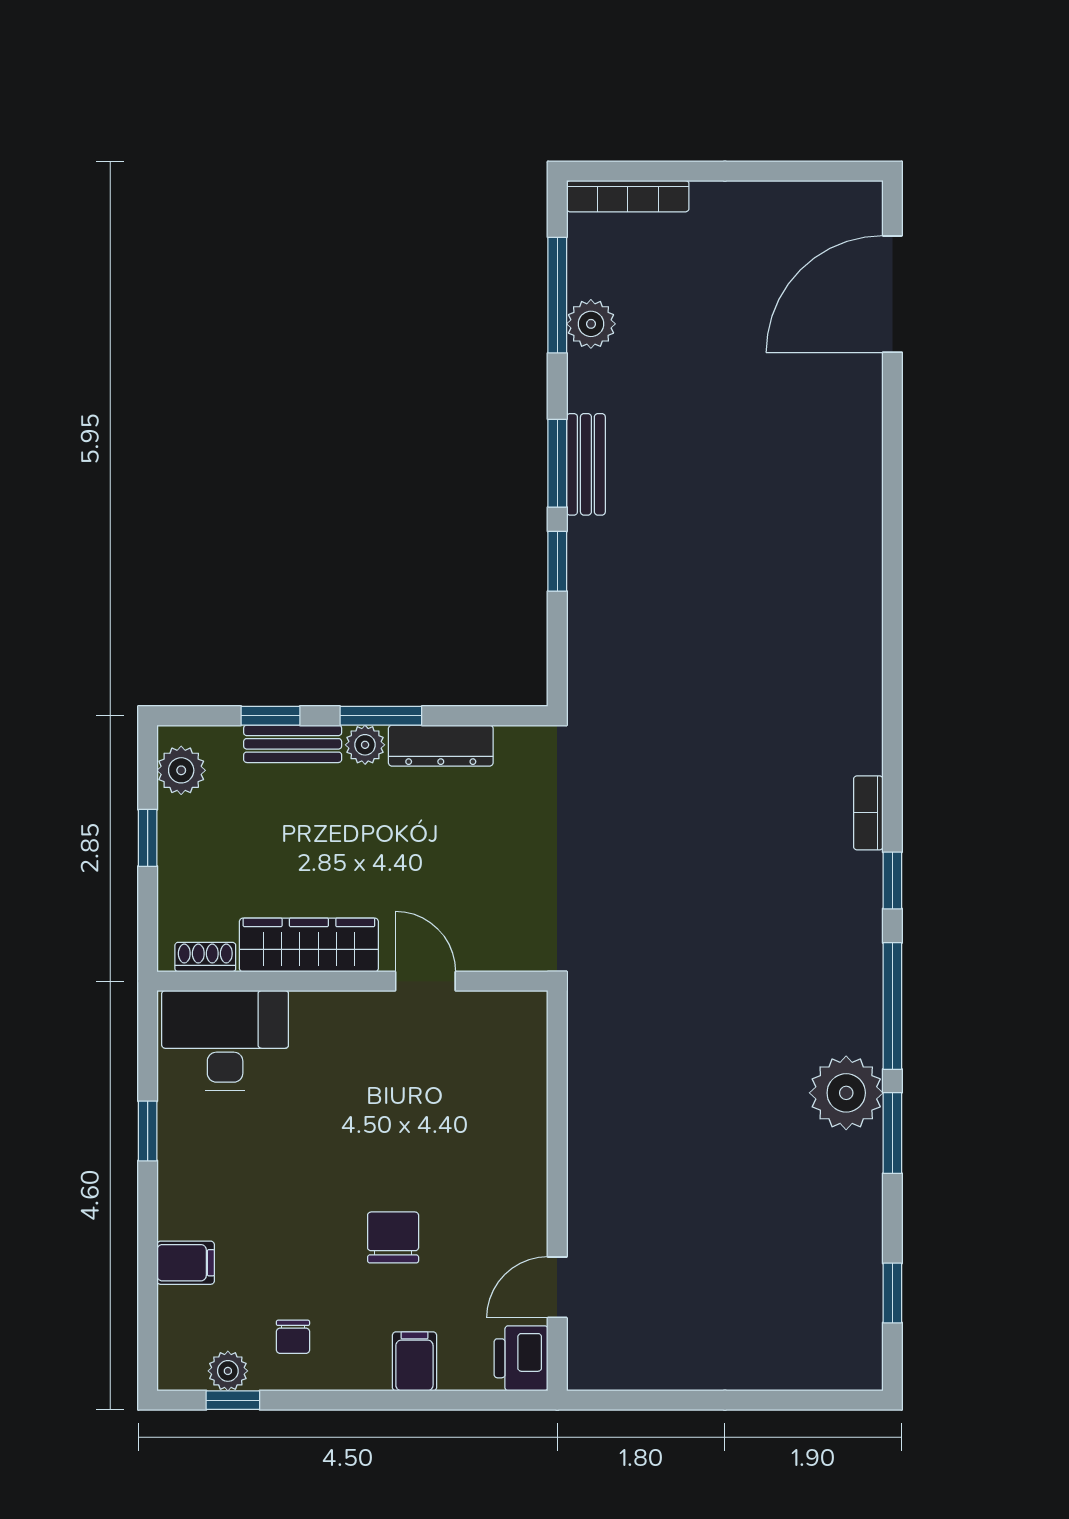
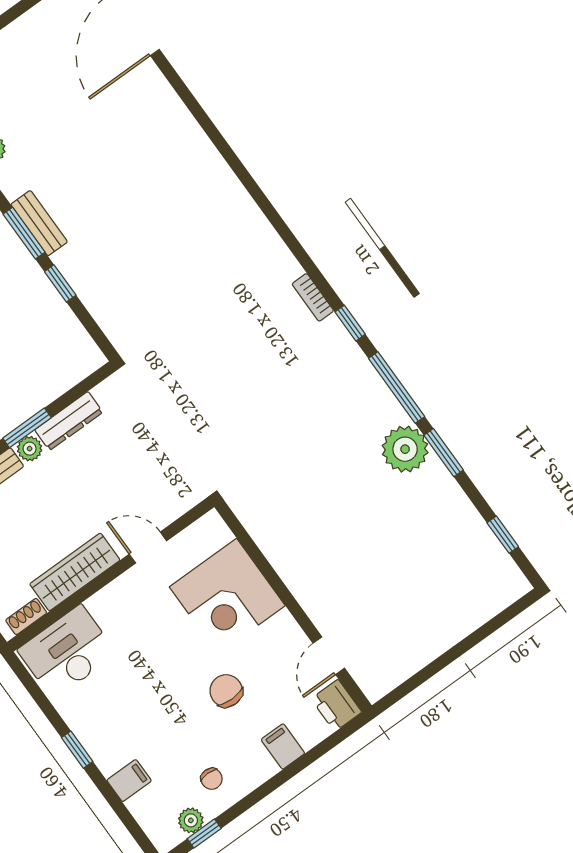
corner desk: (482, 1117) -> (227, 596), added
window: (148, 1131) -> (77, 750), moved

